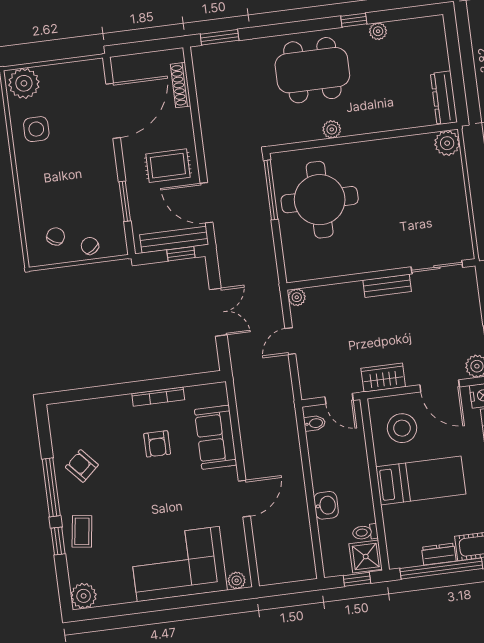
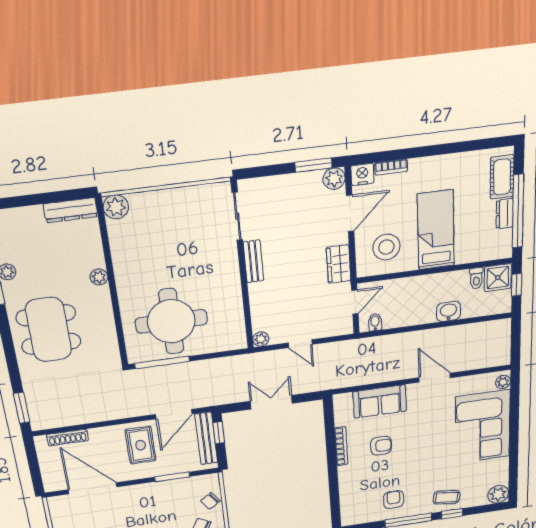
plant: (332, 129) -> (99, 277), moved
armchair: (82, 466) -> (394, 500), turned 132

